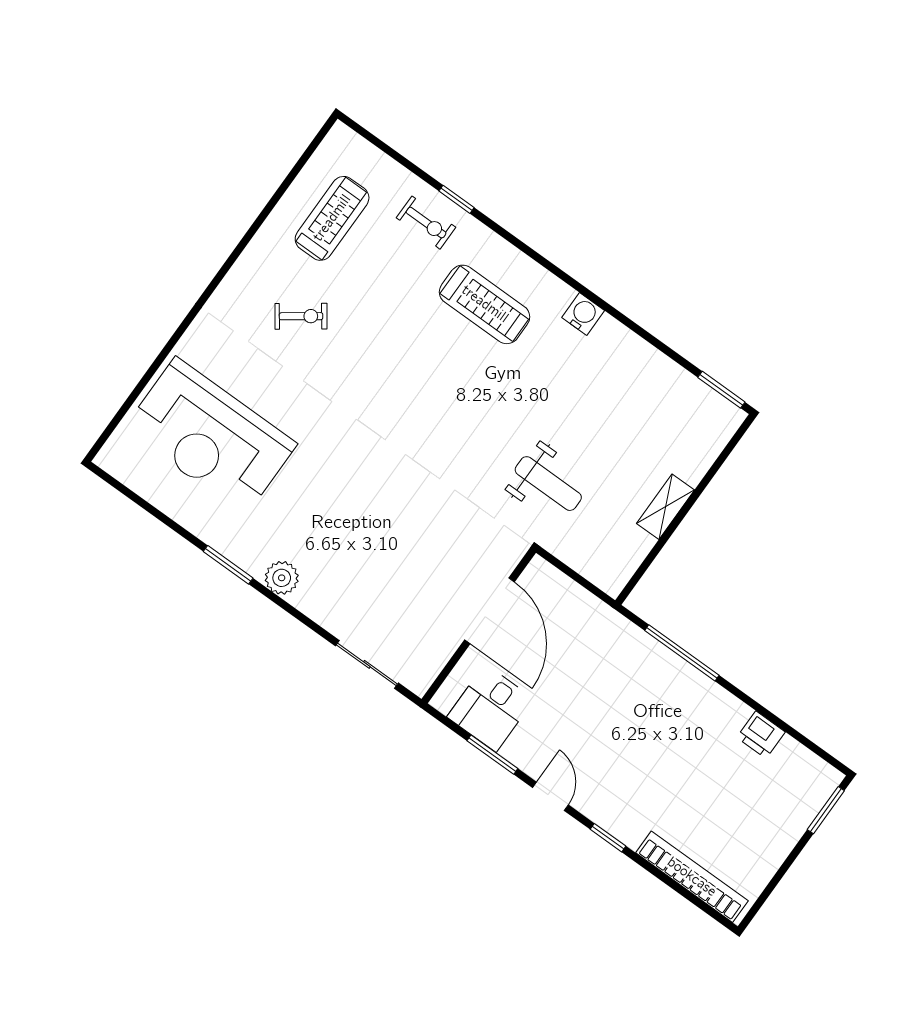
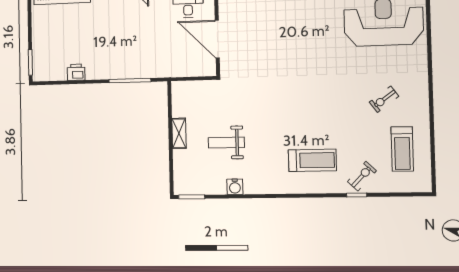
exercise bike: (426, 223) -> (362, 176), turned 133
treadmill: (485, 304) -> (312, 160), turned 180
water cooler: (583, 314) -> (235, 187), moved
weight bench: (548, 484) -> (226, 143), moved

